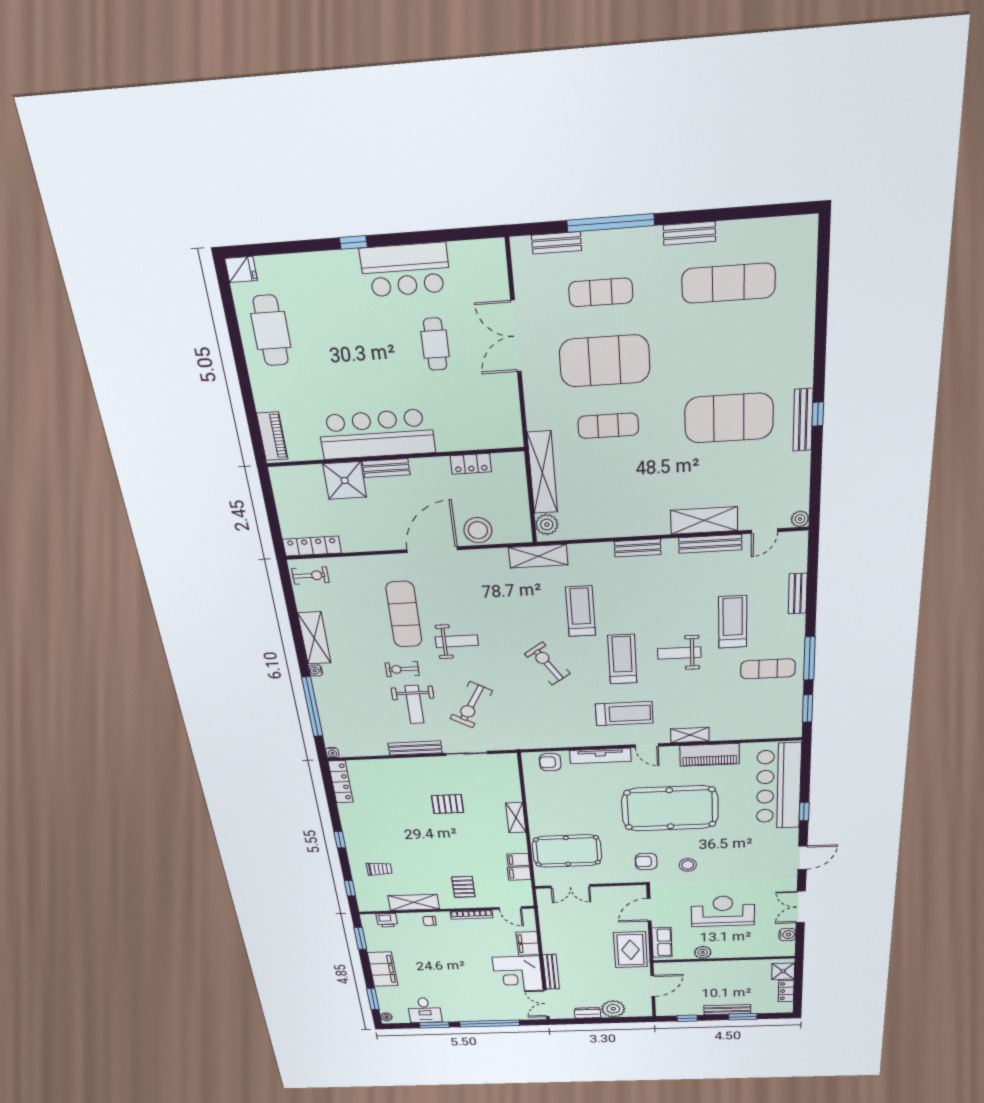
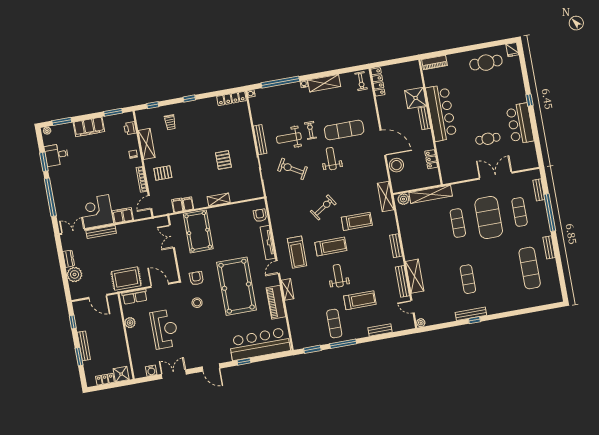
exercise mat: (729, 418) -> (468, 279), width x0.50, depth x0.69
weight bench: (457, 641) -> (331, 159), turned 180

